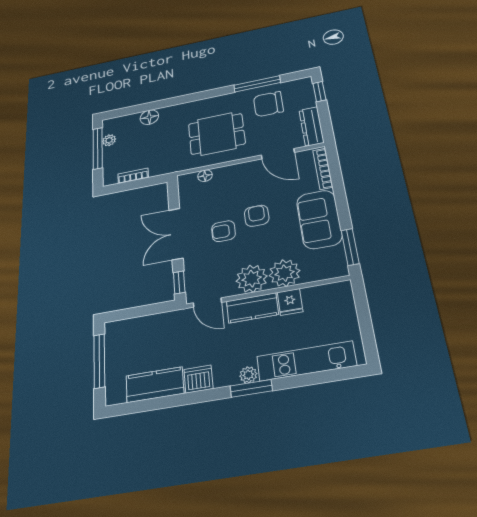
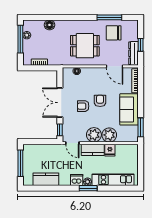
window: (319, 92) -> (141, 45), moved
dishwasher: (198, 379) -> (77, 180), moved

